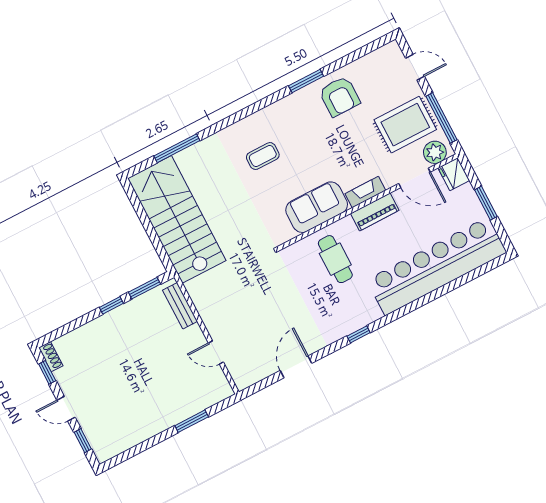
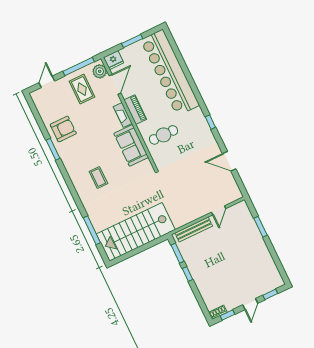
rug: (405, 125) -> (82, 89), width x0.73, depth x0.70
bench: (180, 306) -> (194, 229), width x1.36

